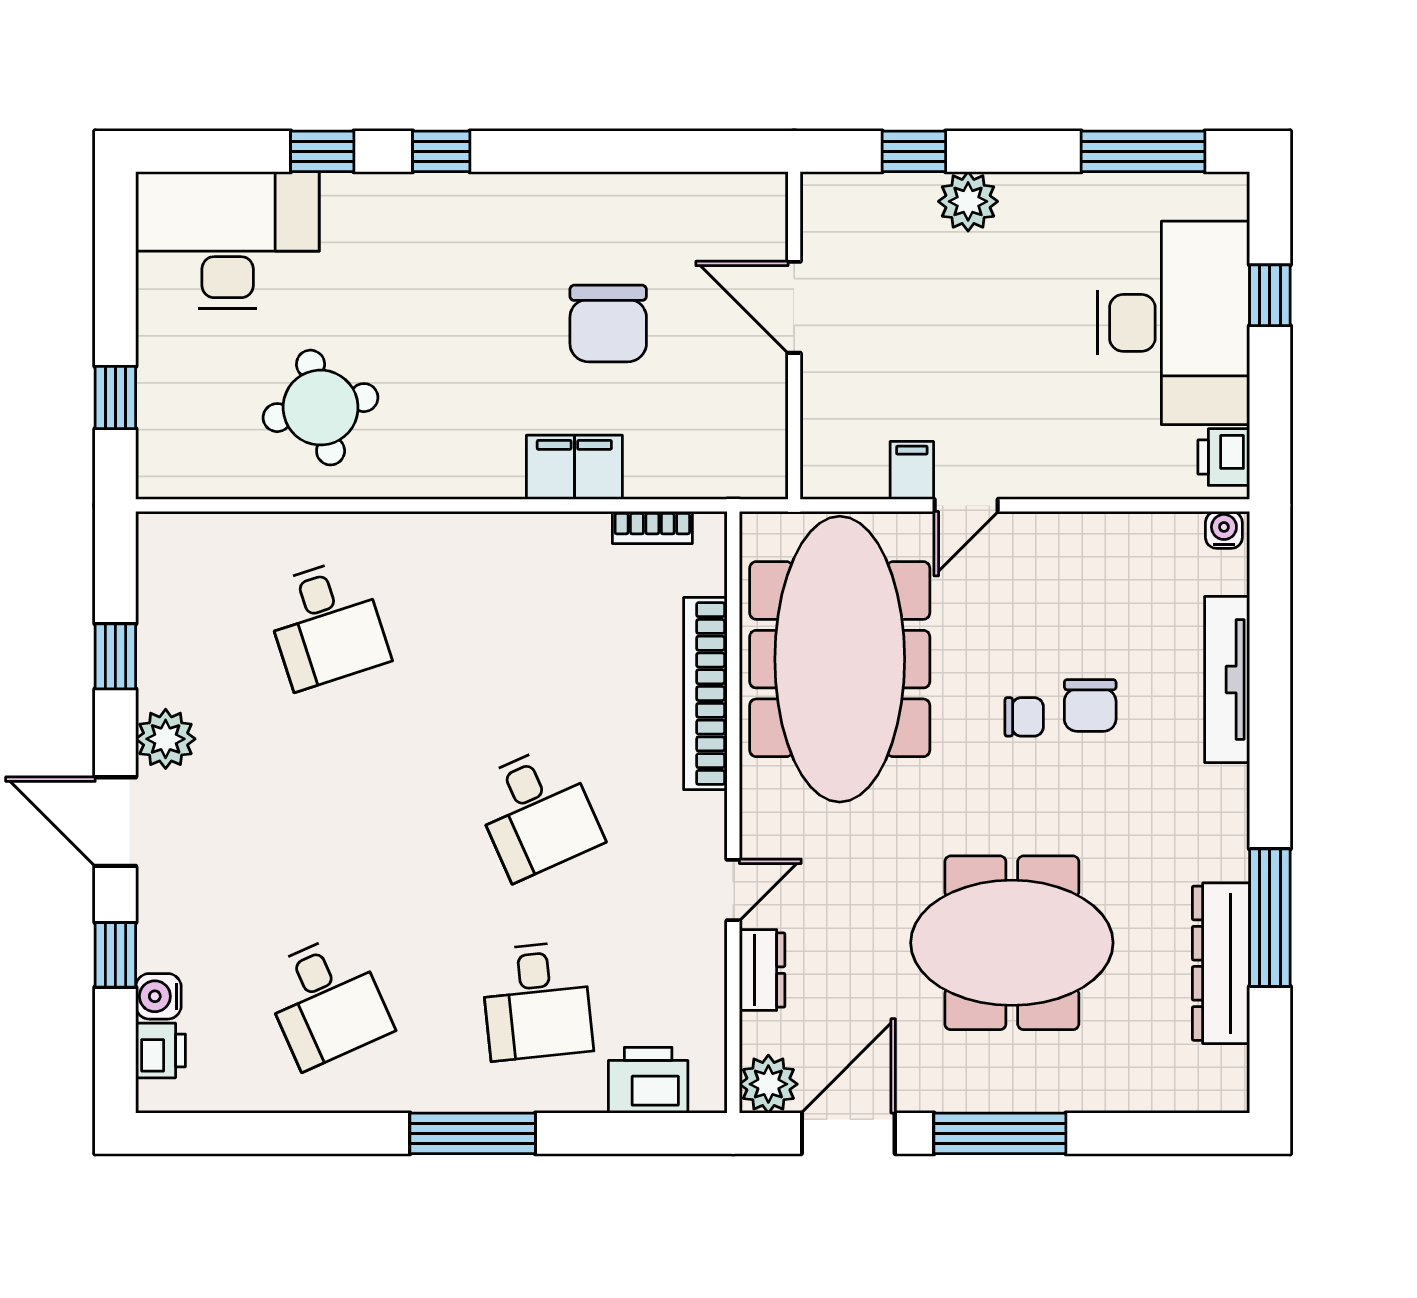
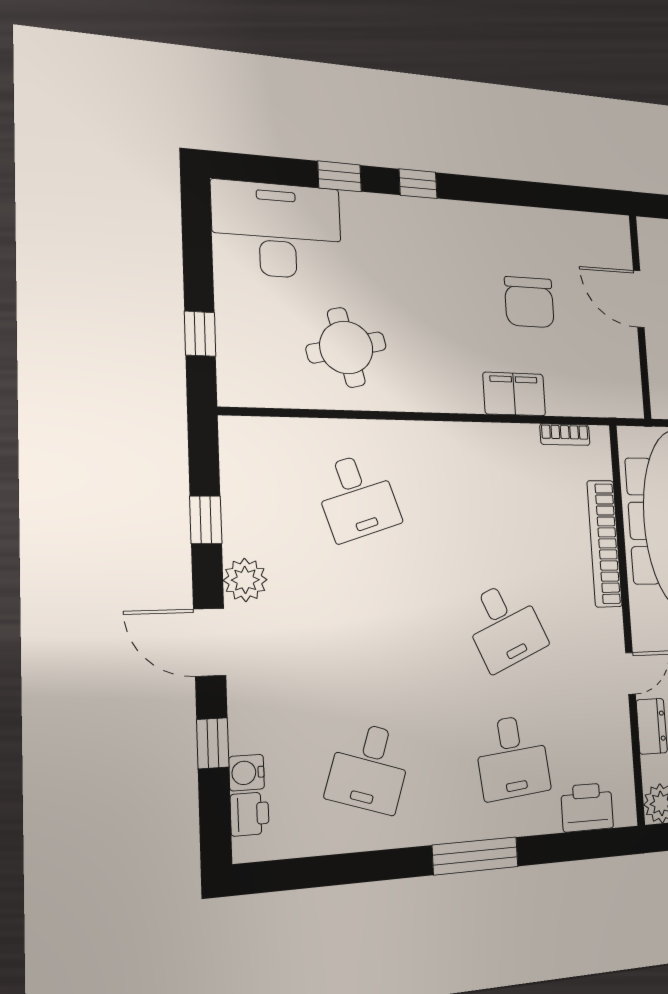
desk: (326, 1001) -> (369, 767), turned 42

